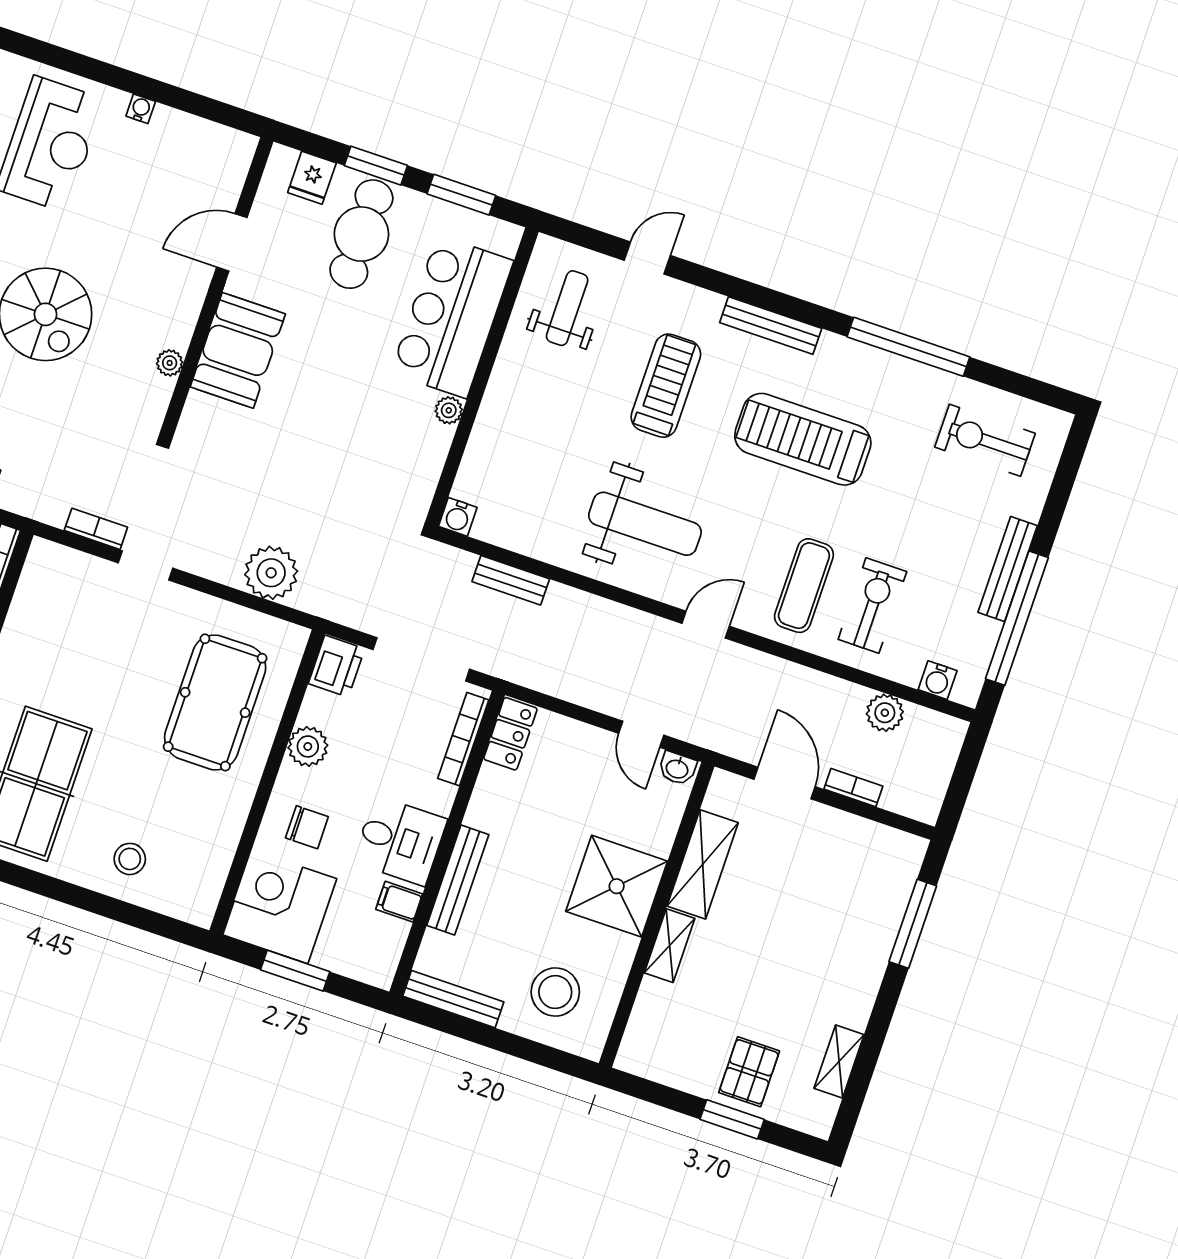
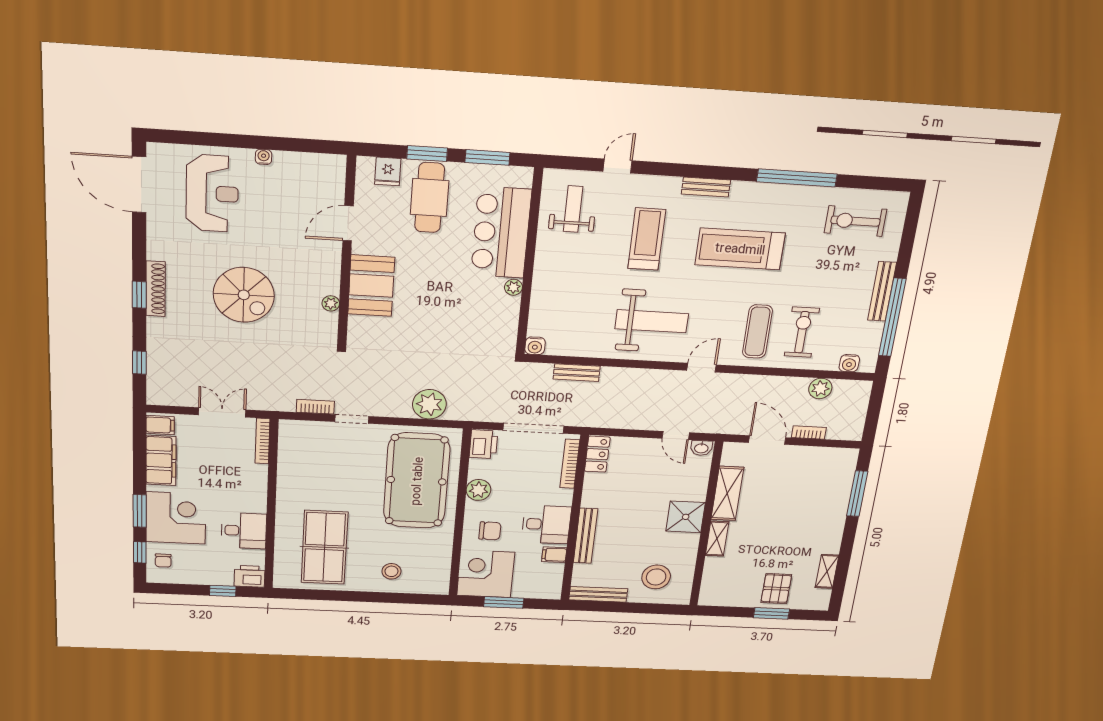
bench: (771, 325) -> (706, 187), width x0.73
pool table: (215, 702) -> (417, 481), width x1.36, depth x1.32
shower: (617, 886) -> (686, 517), width x0.73, depth x0.73

